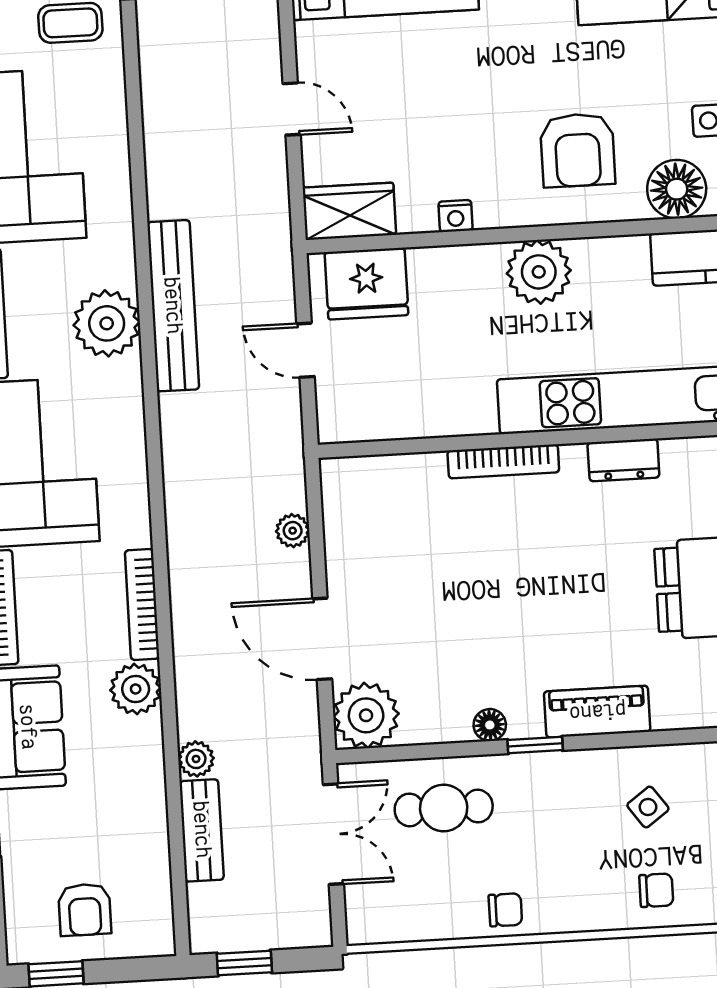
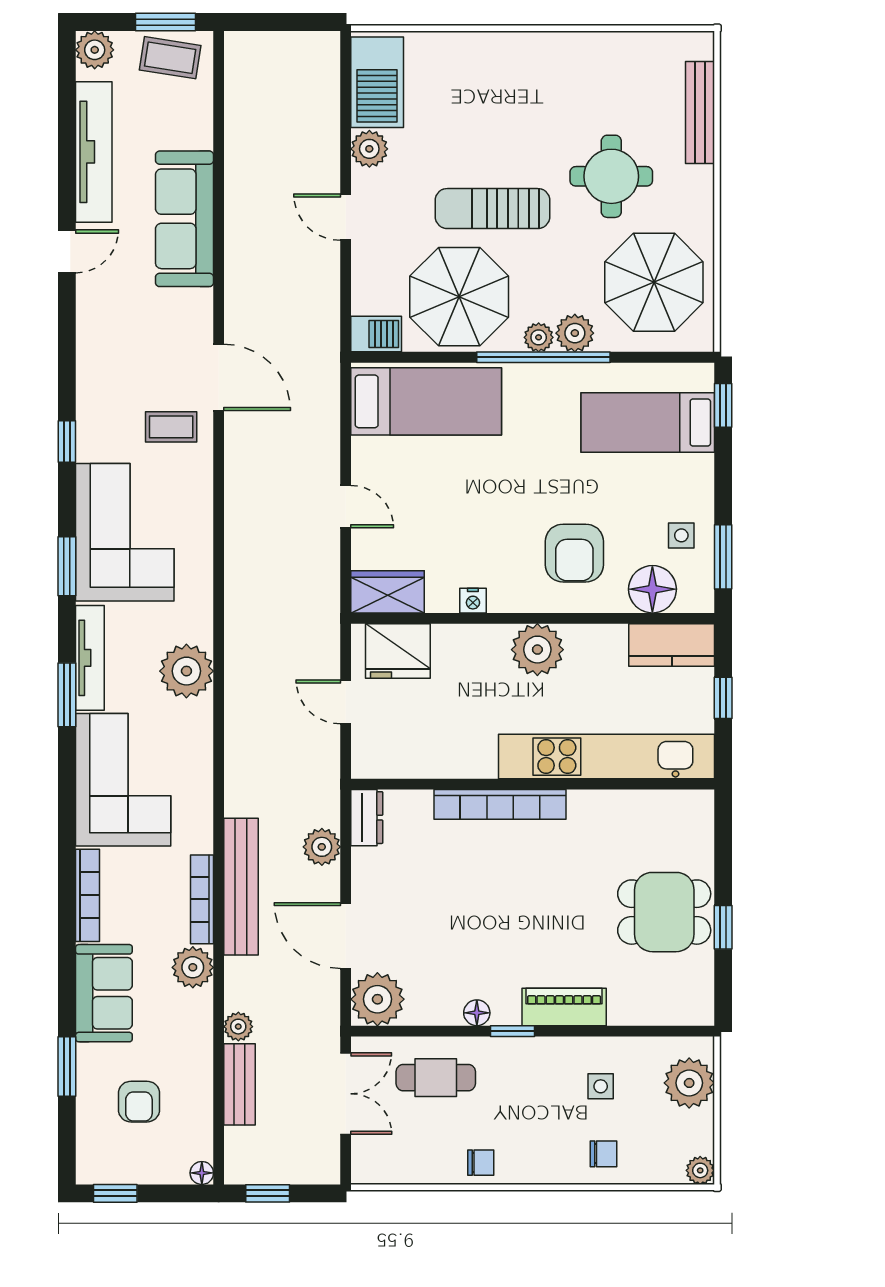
bench: (173, 306) -> (241, 887), moved
dresser: (623, 460) -> (367, 818), moved, turned -90
bookcase: (503, 461) -> (500, 804), width x1.48, depth x1.31
plant: (293, 531) -> (322, 847), width x1.38, depth x1.38
side table: (648, 807) -> (601, 1086), turned 36
armchair: (85, 910) -> (139, 1102), moved
floor lamp: (161, 942) -> (202, 1173), added

